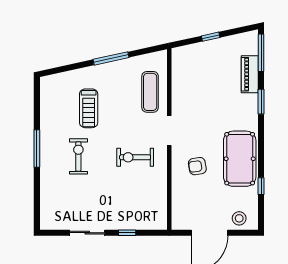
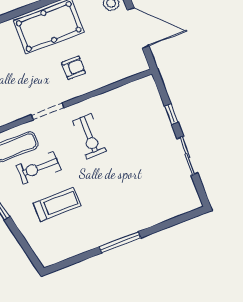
exercise bike: (78, 156) -> (39, 168), moved
armchair: (197, 166) -> (74, 68), turned -81

